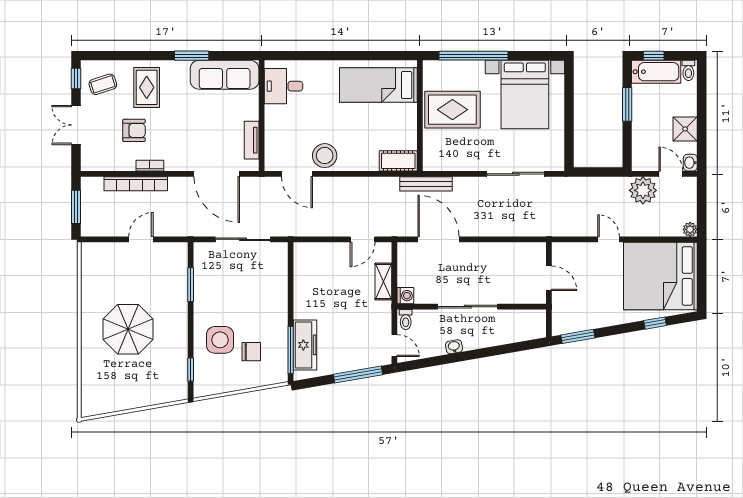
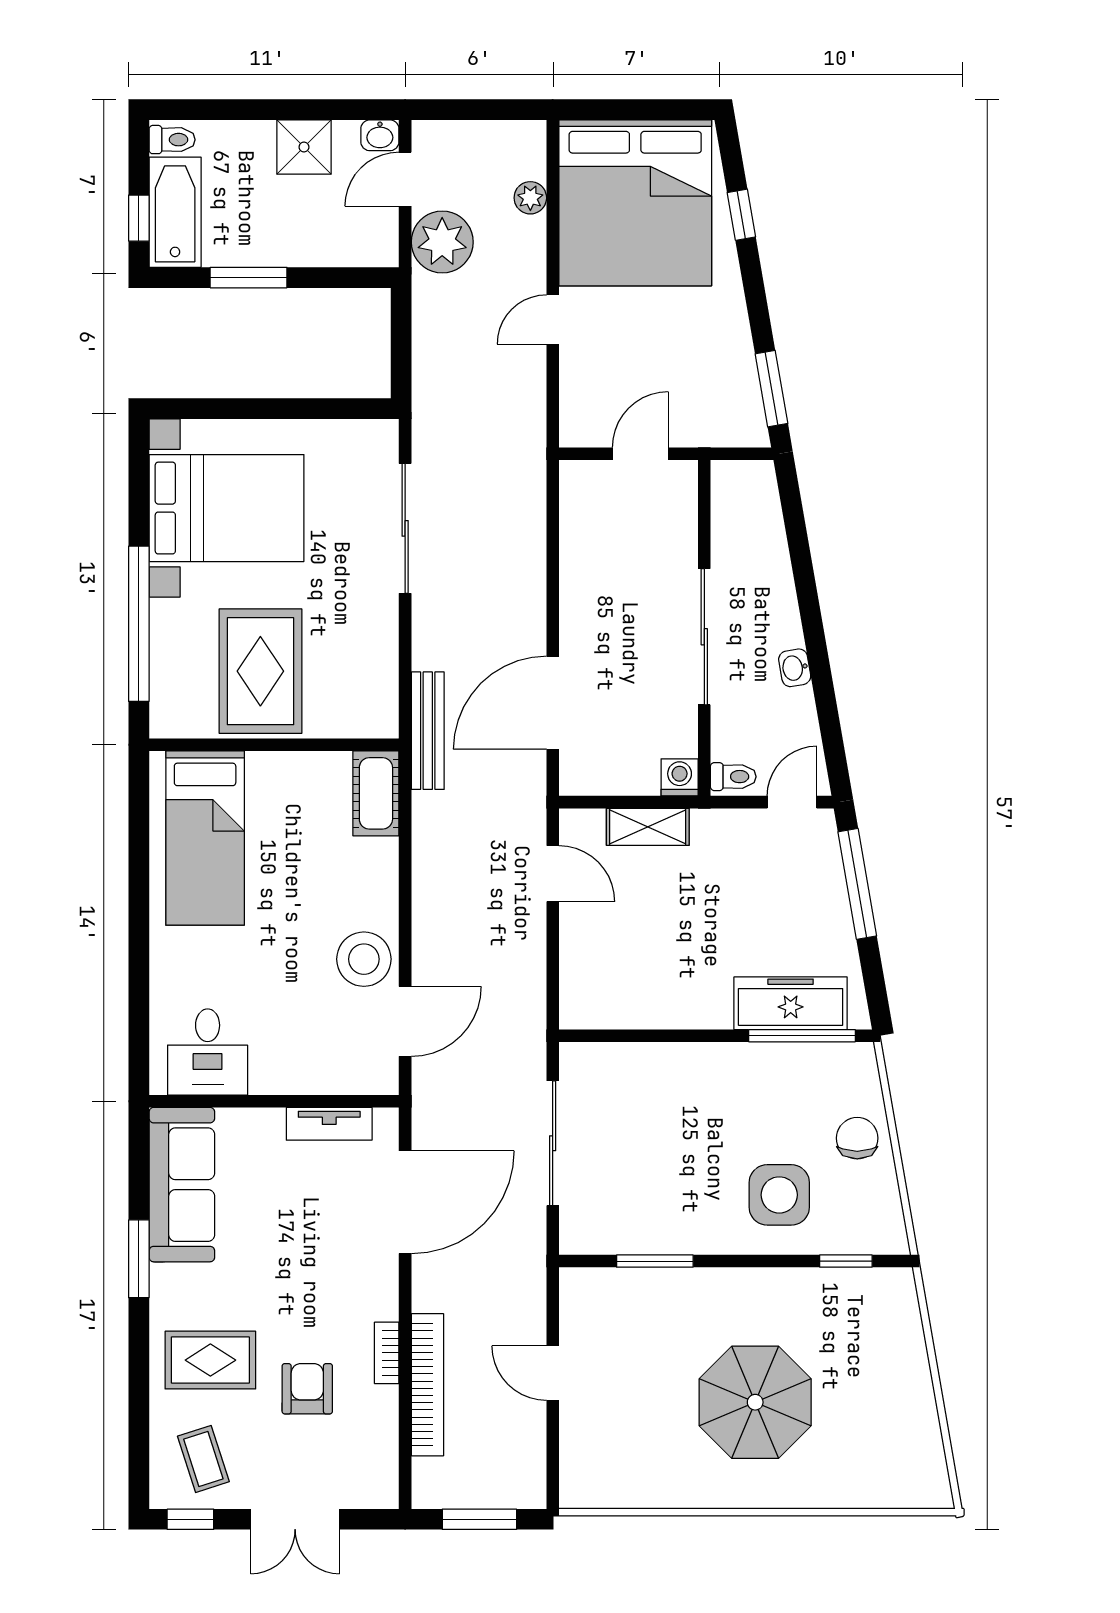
plant: (690, 229) -> (530, 198), moved
chair: (251, 352) -> (857, 1138), moved

